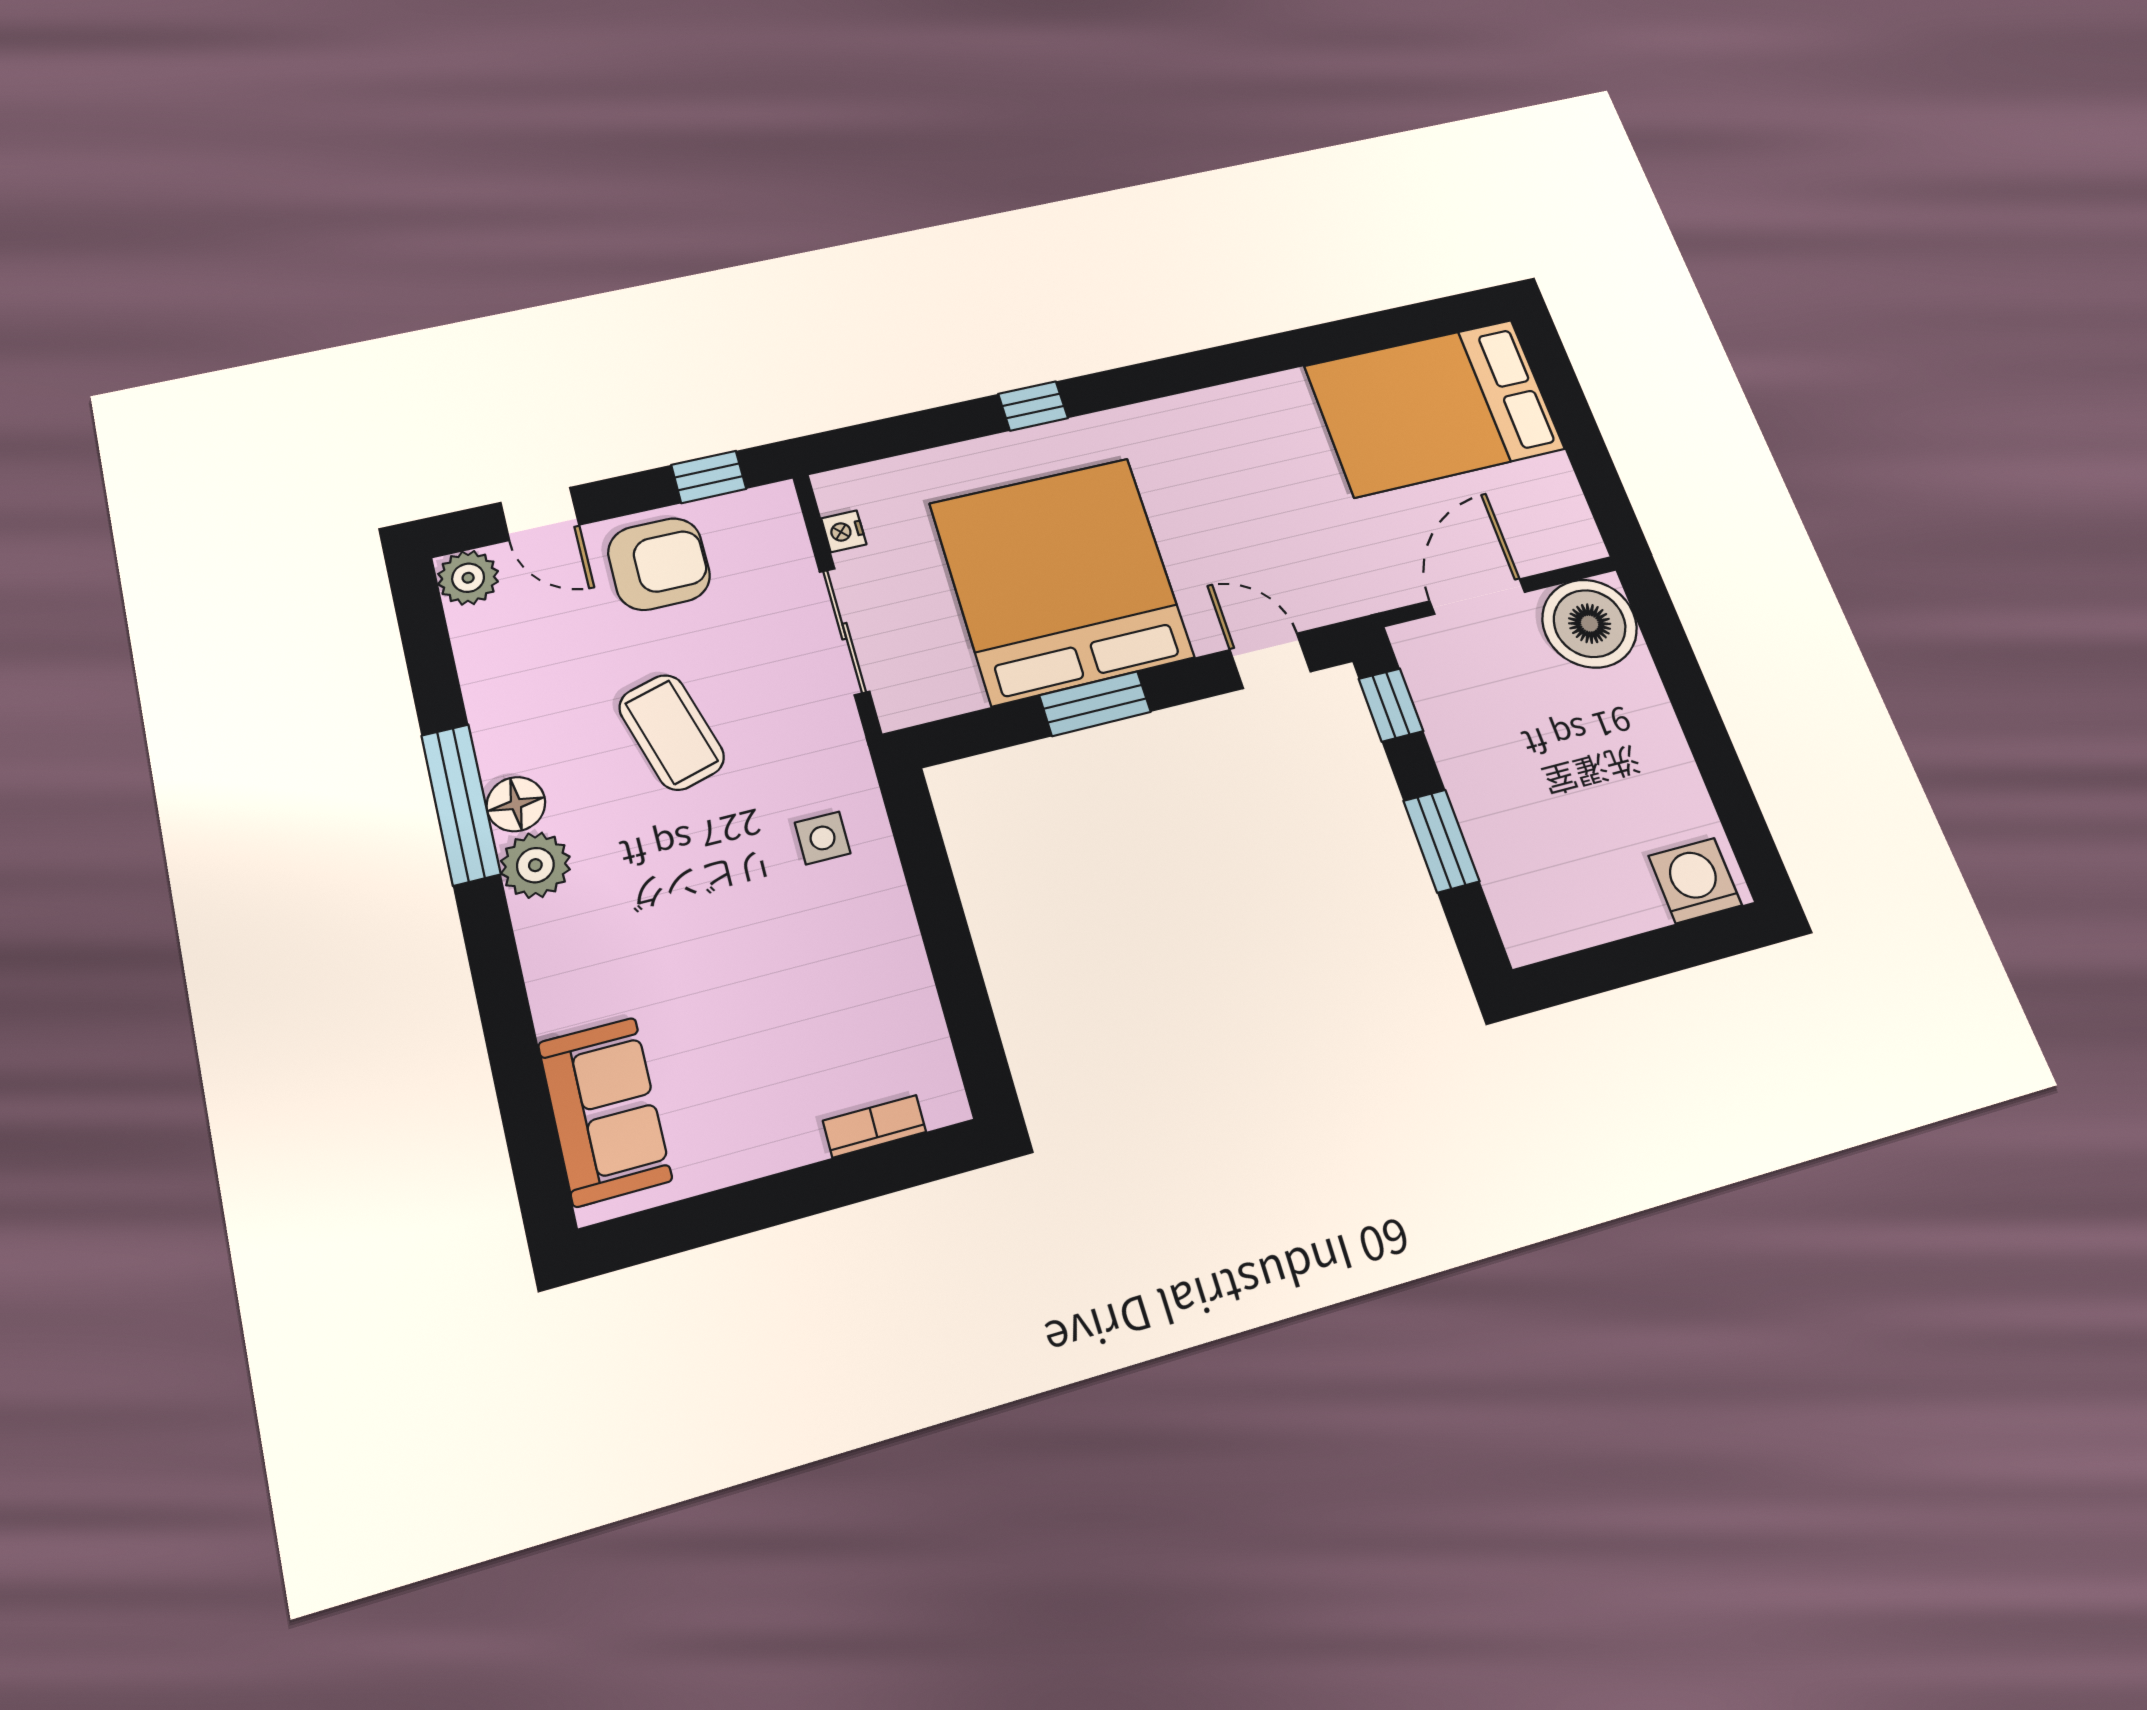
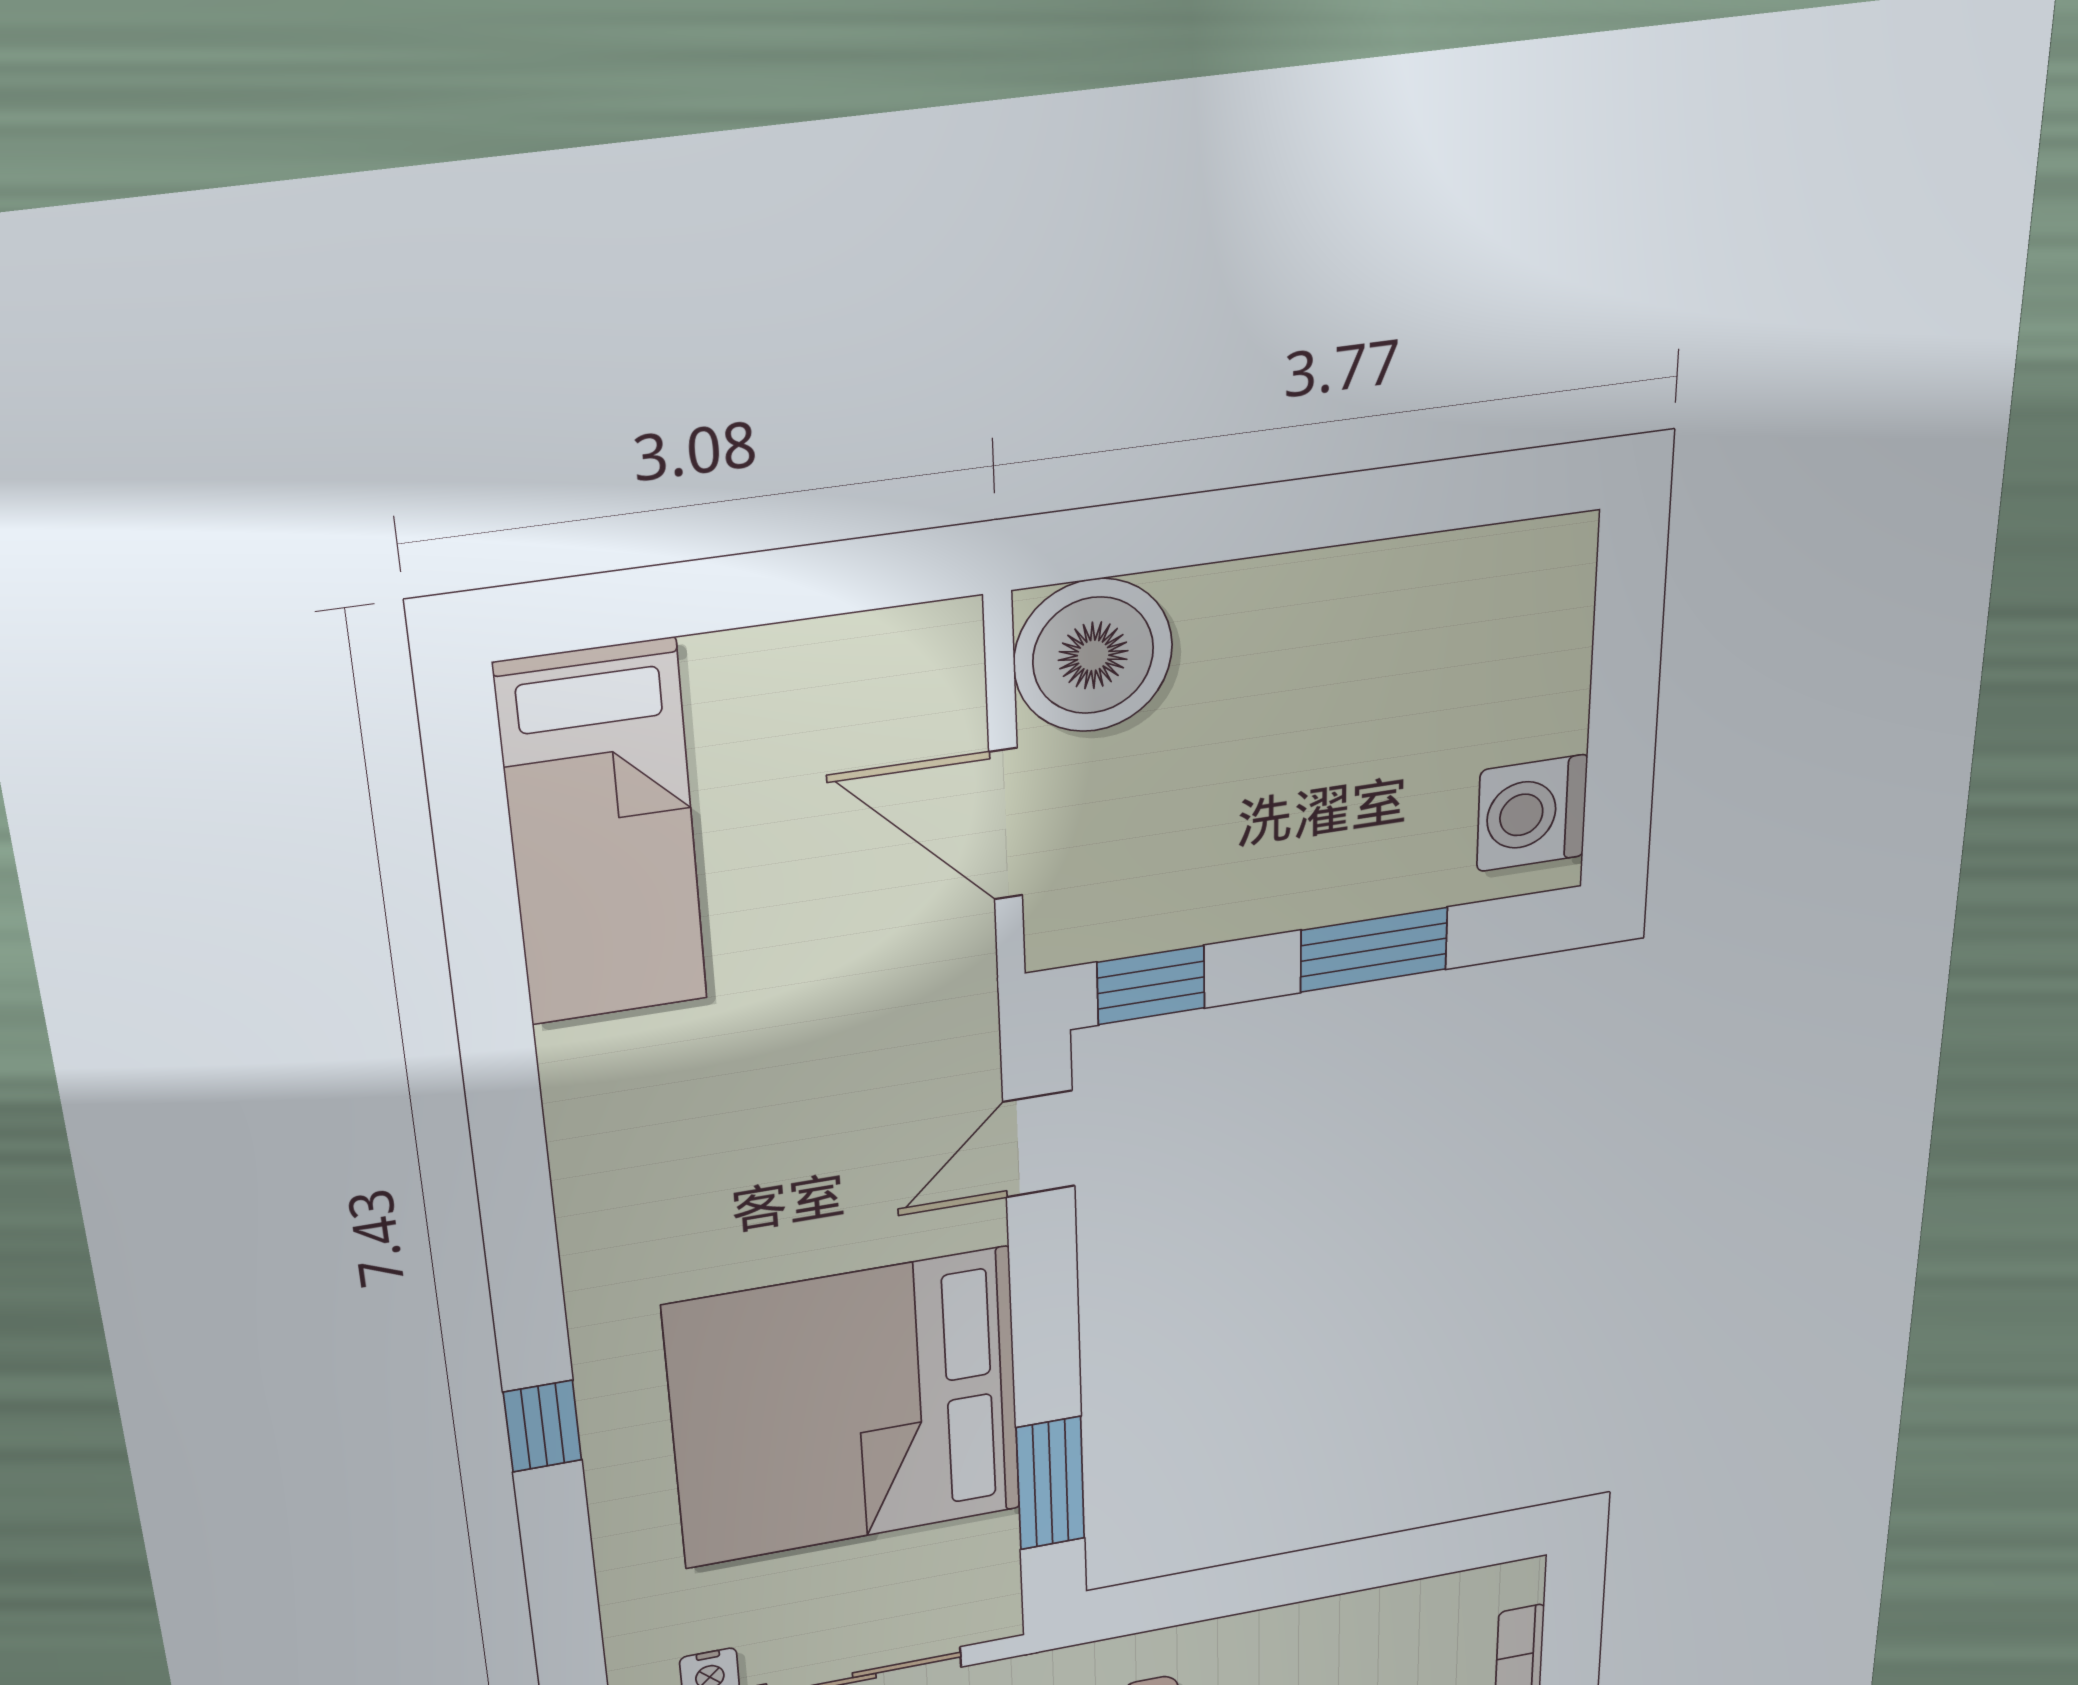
bed: (1434, 407) -> (602, 835), width x0.67
window: (1095, 704) -> (1051, 1483), moved
washing machine: (1695, 881) -> (1532, 813), moved

